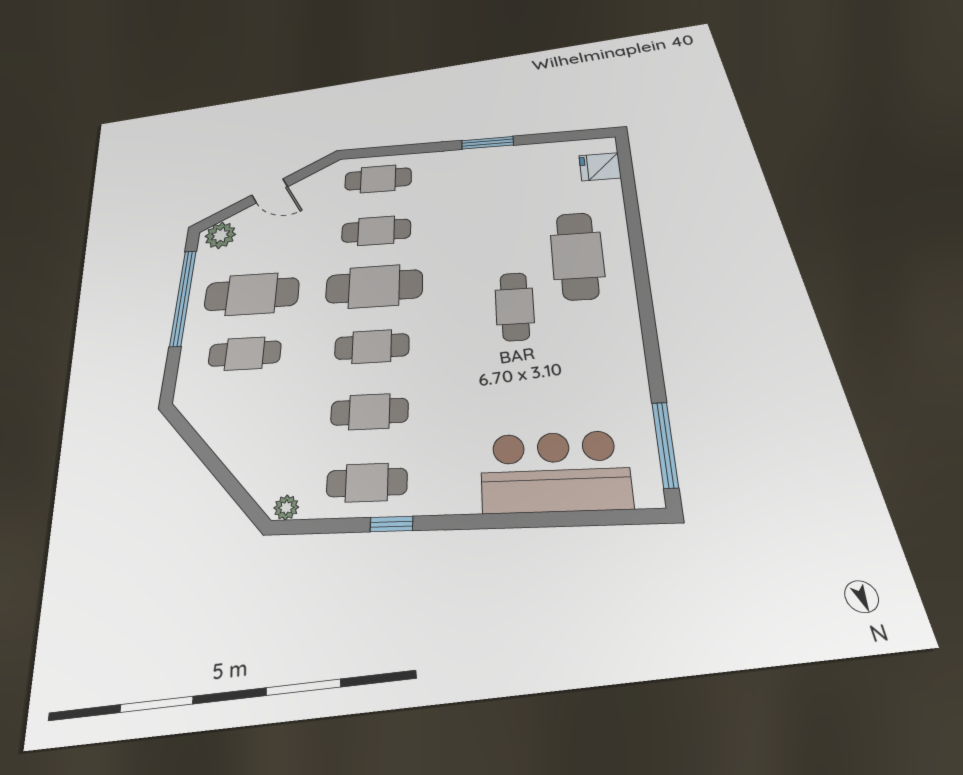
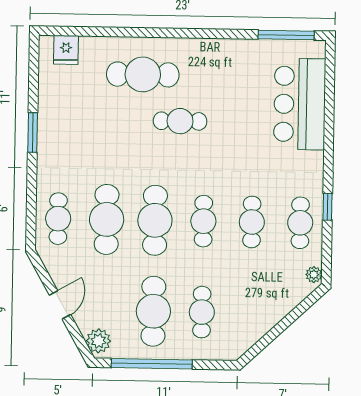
cafe table: (376, 231) -> (107, 219), width x1.37, depth x1.35

